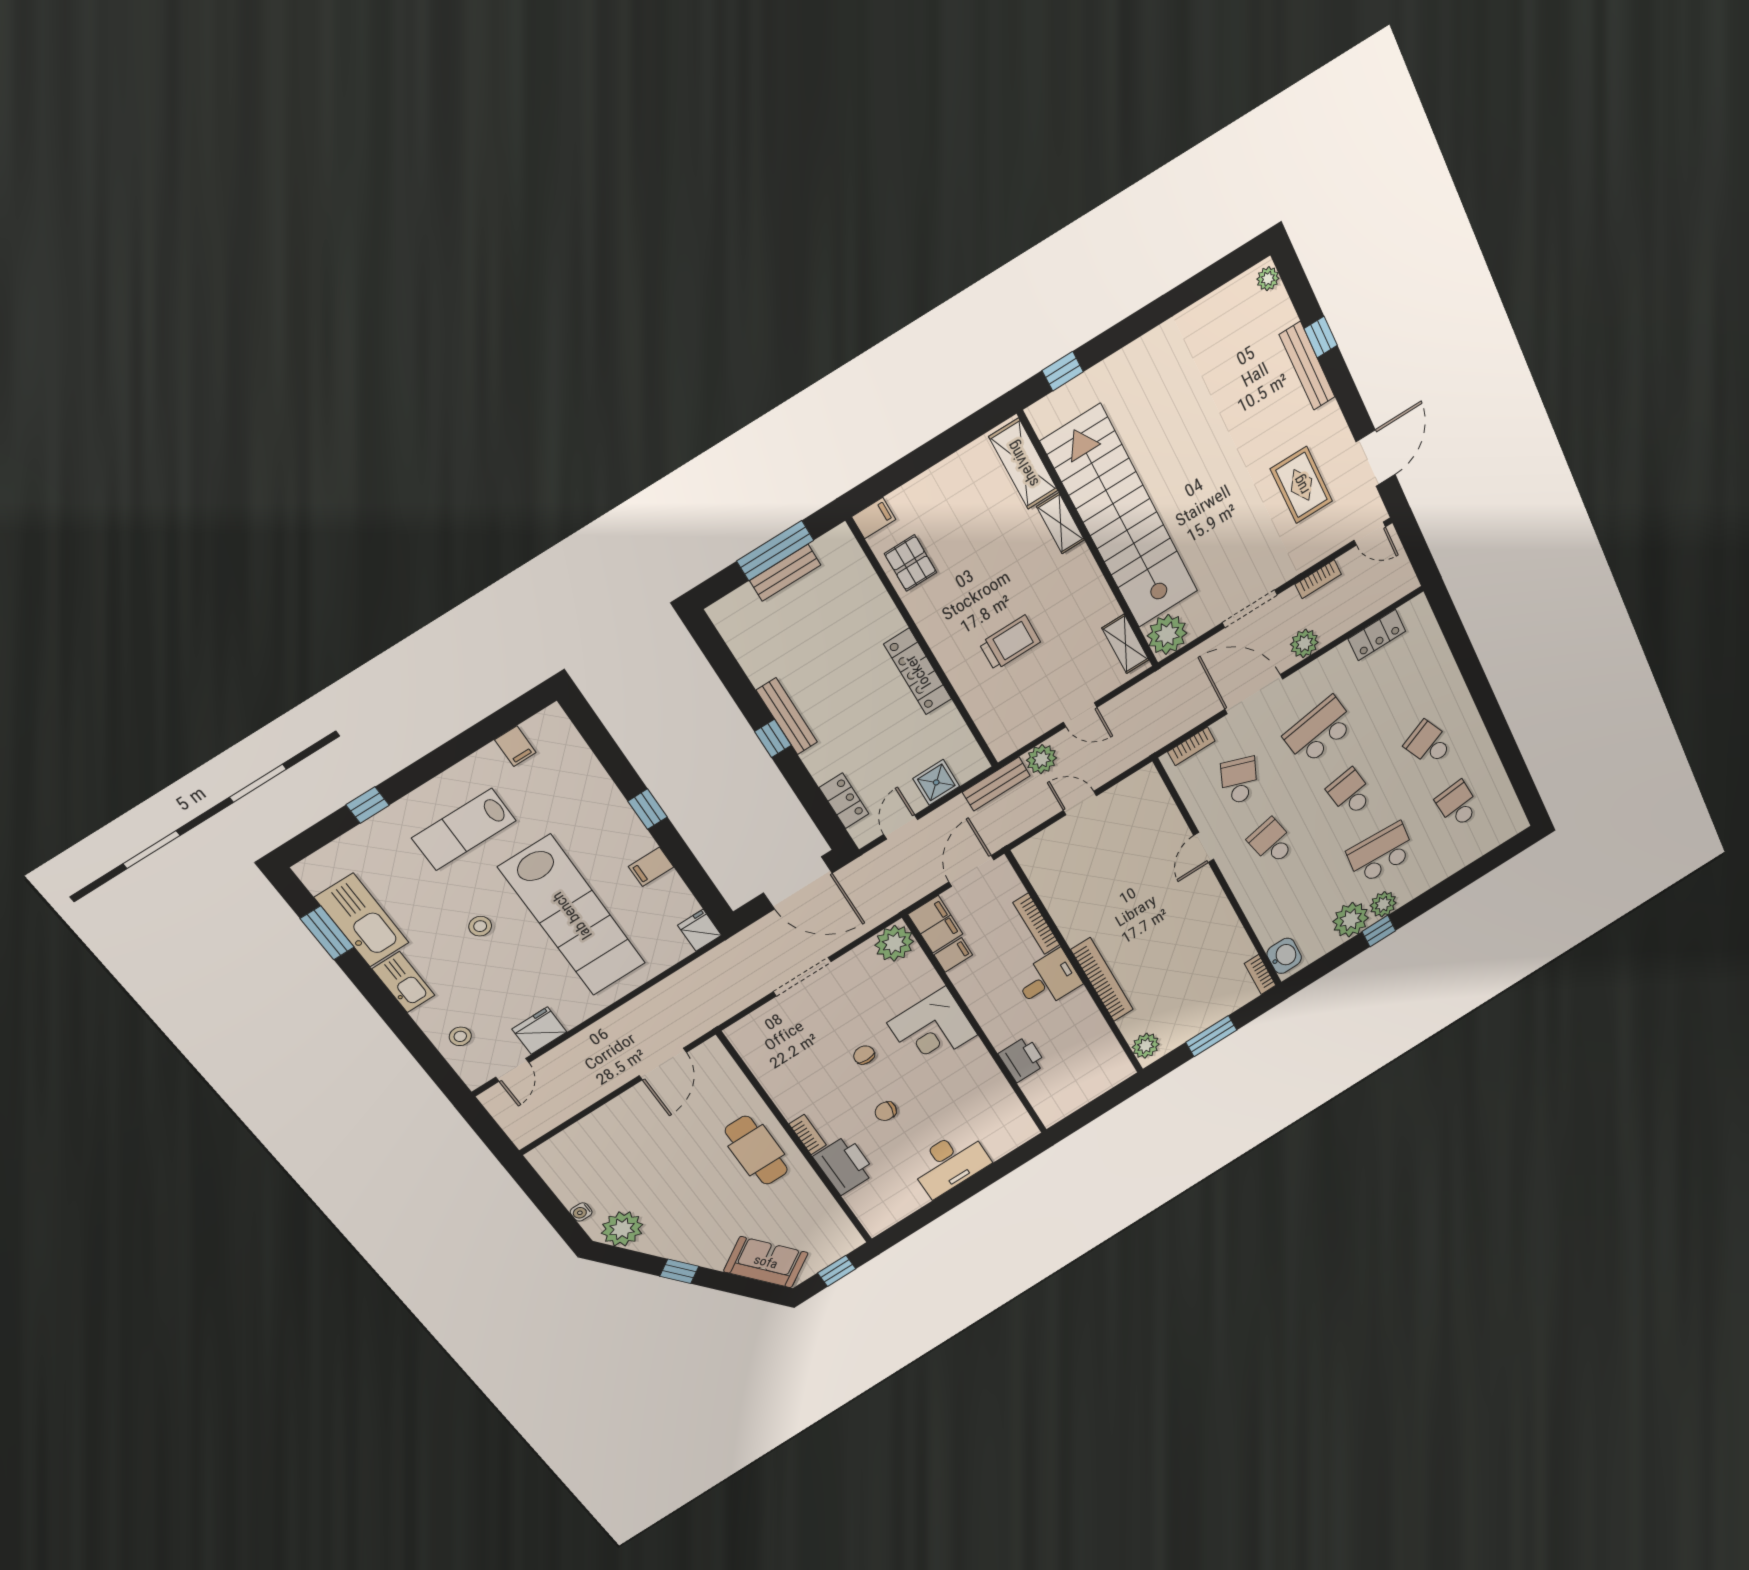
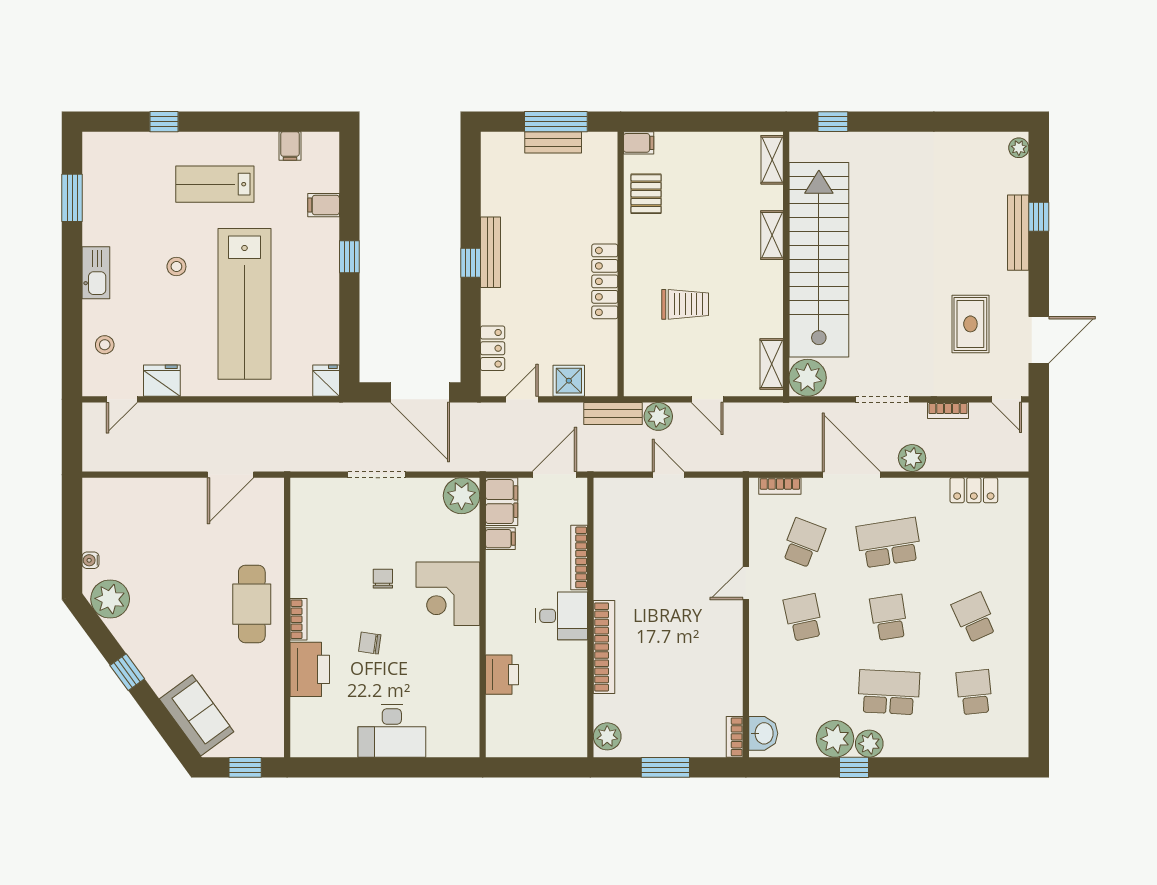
shelving: (1023, 464) -> (772, 160), width x0.67, depth x0.75
filing cabinet: (651, 867) -> (324, 205), moved
kitchen sink: (362, 920) -> (101, 205), removed

